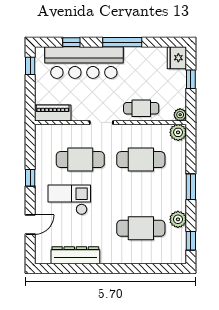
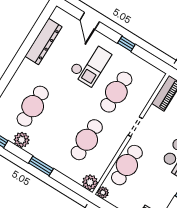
cafe table: (141, 108) -> (127, 165), width x1.37, depth x1.35

